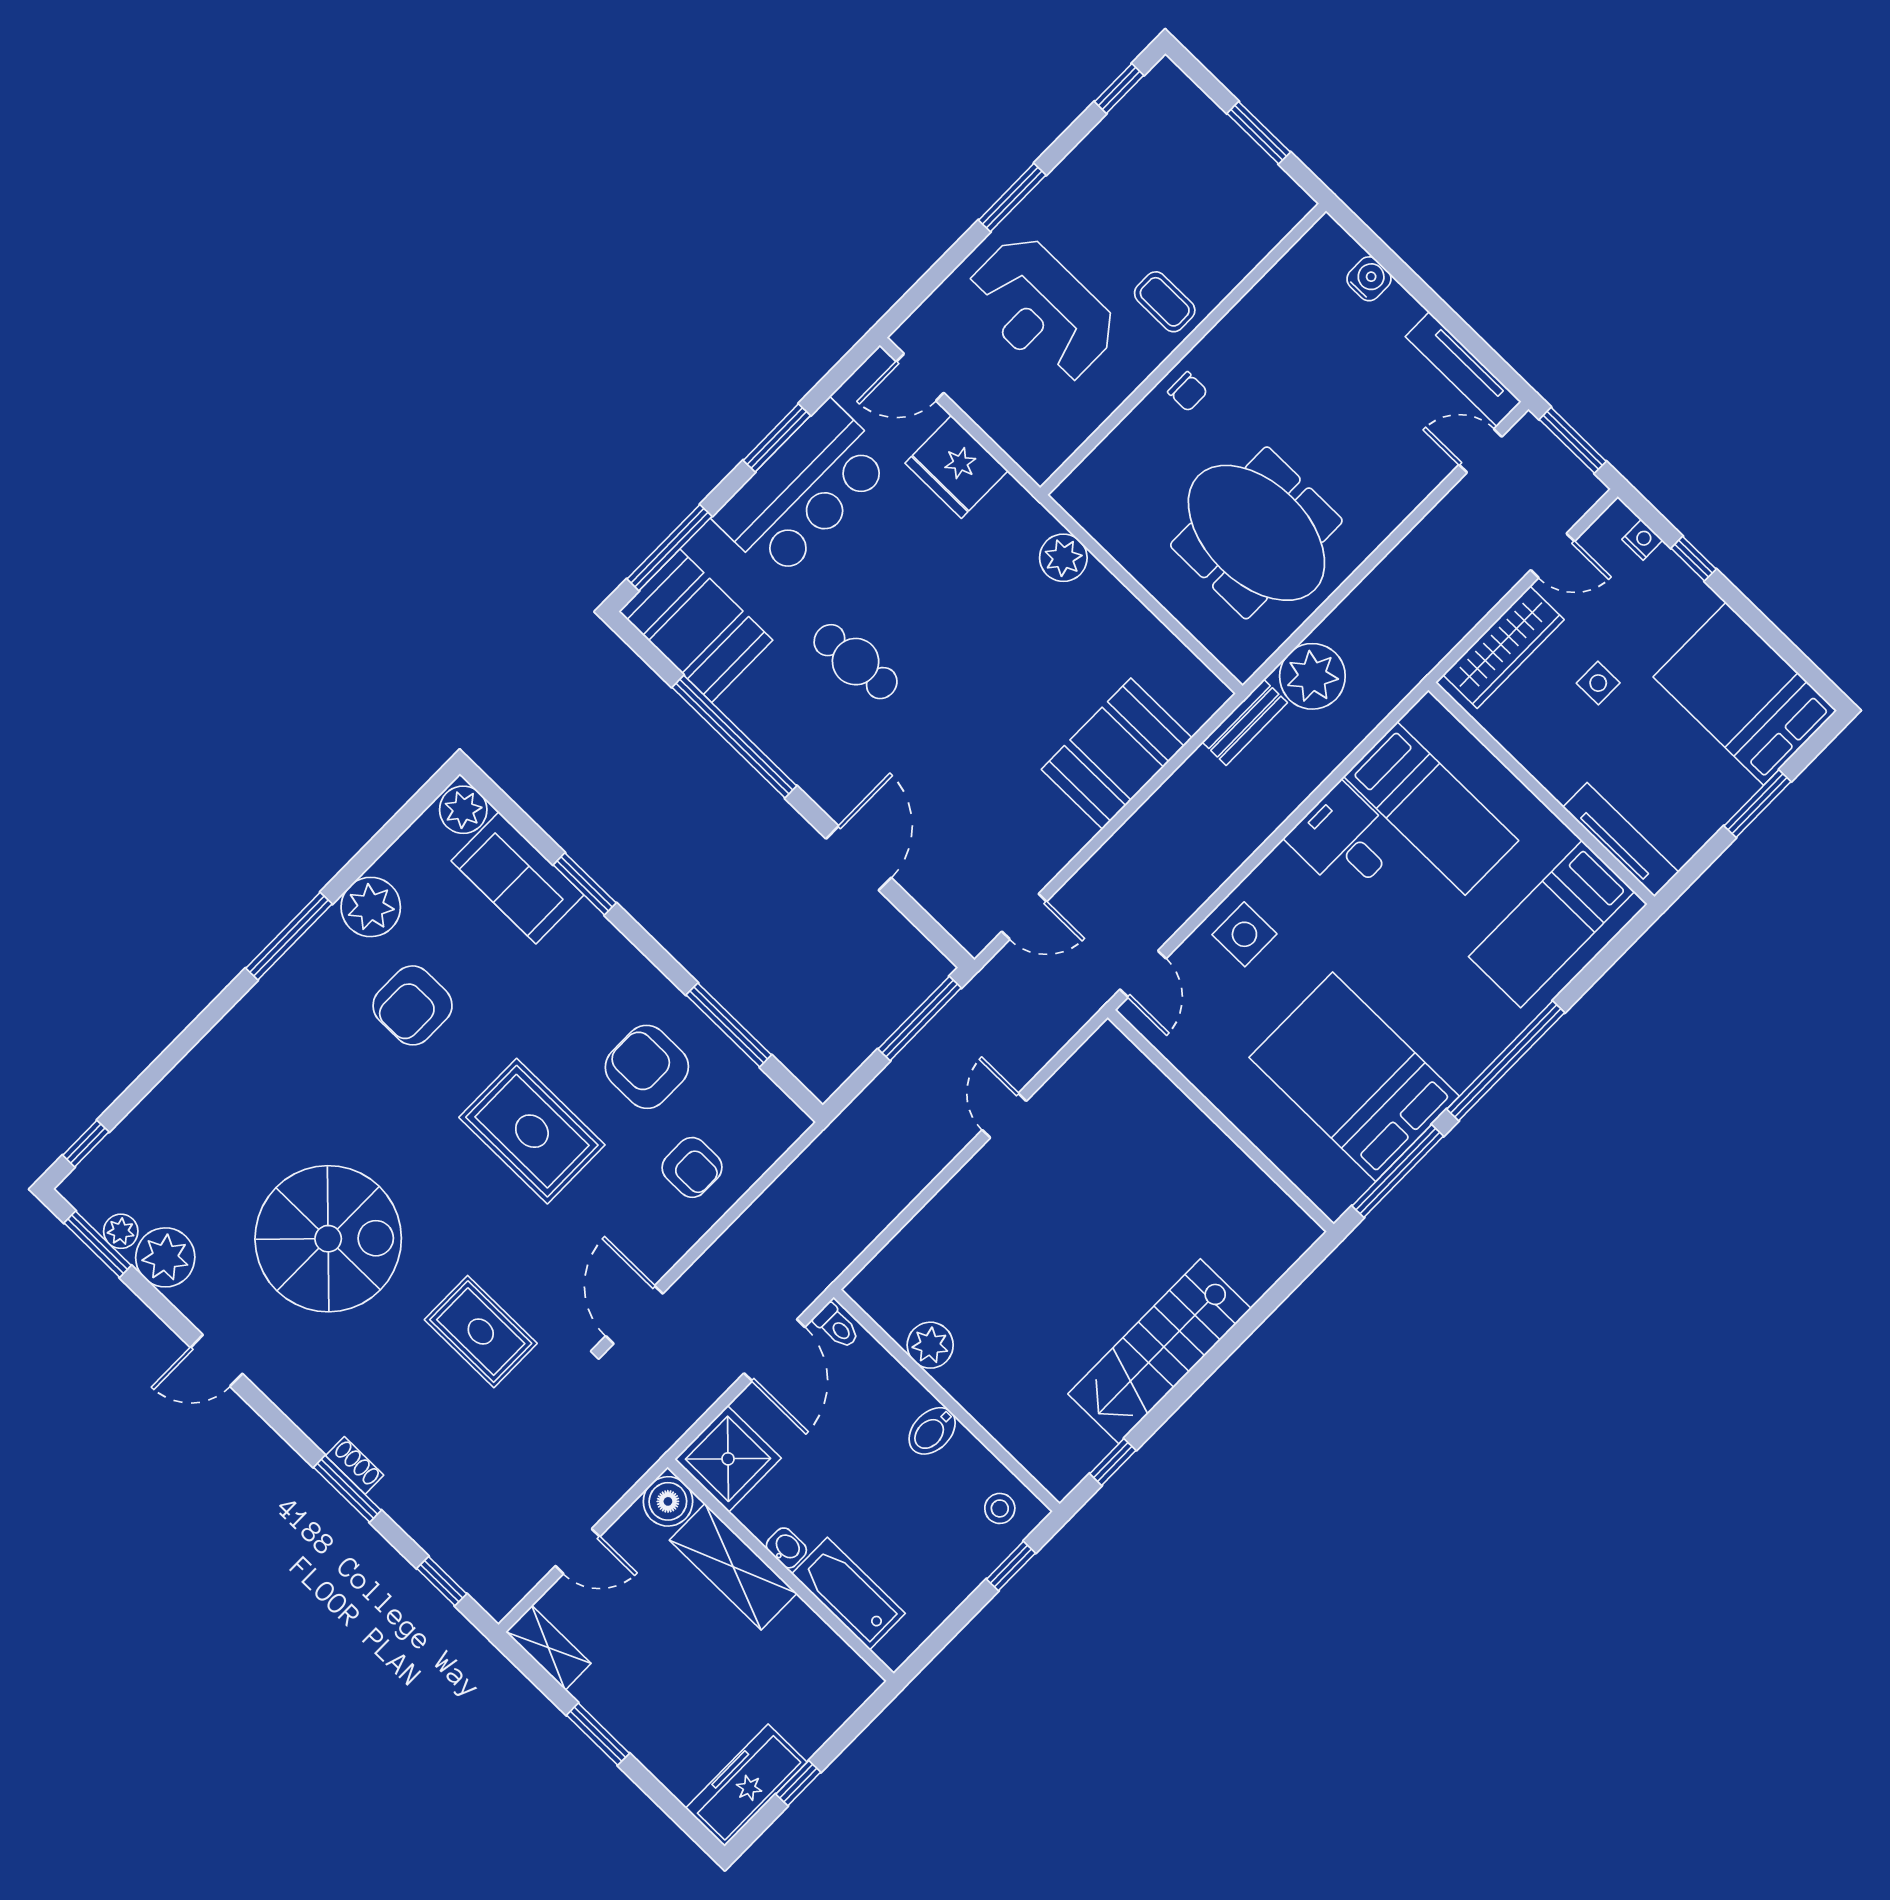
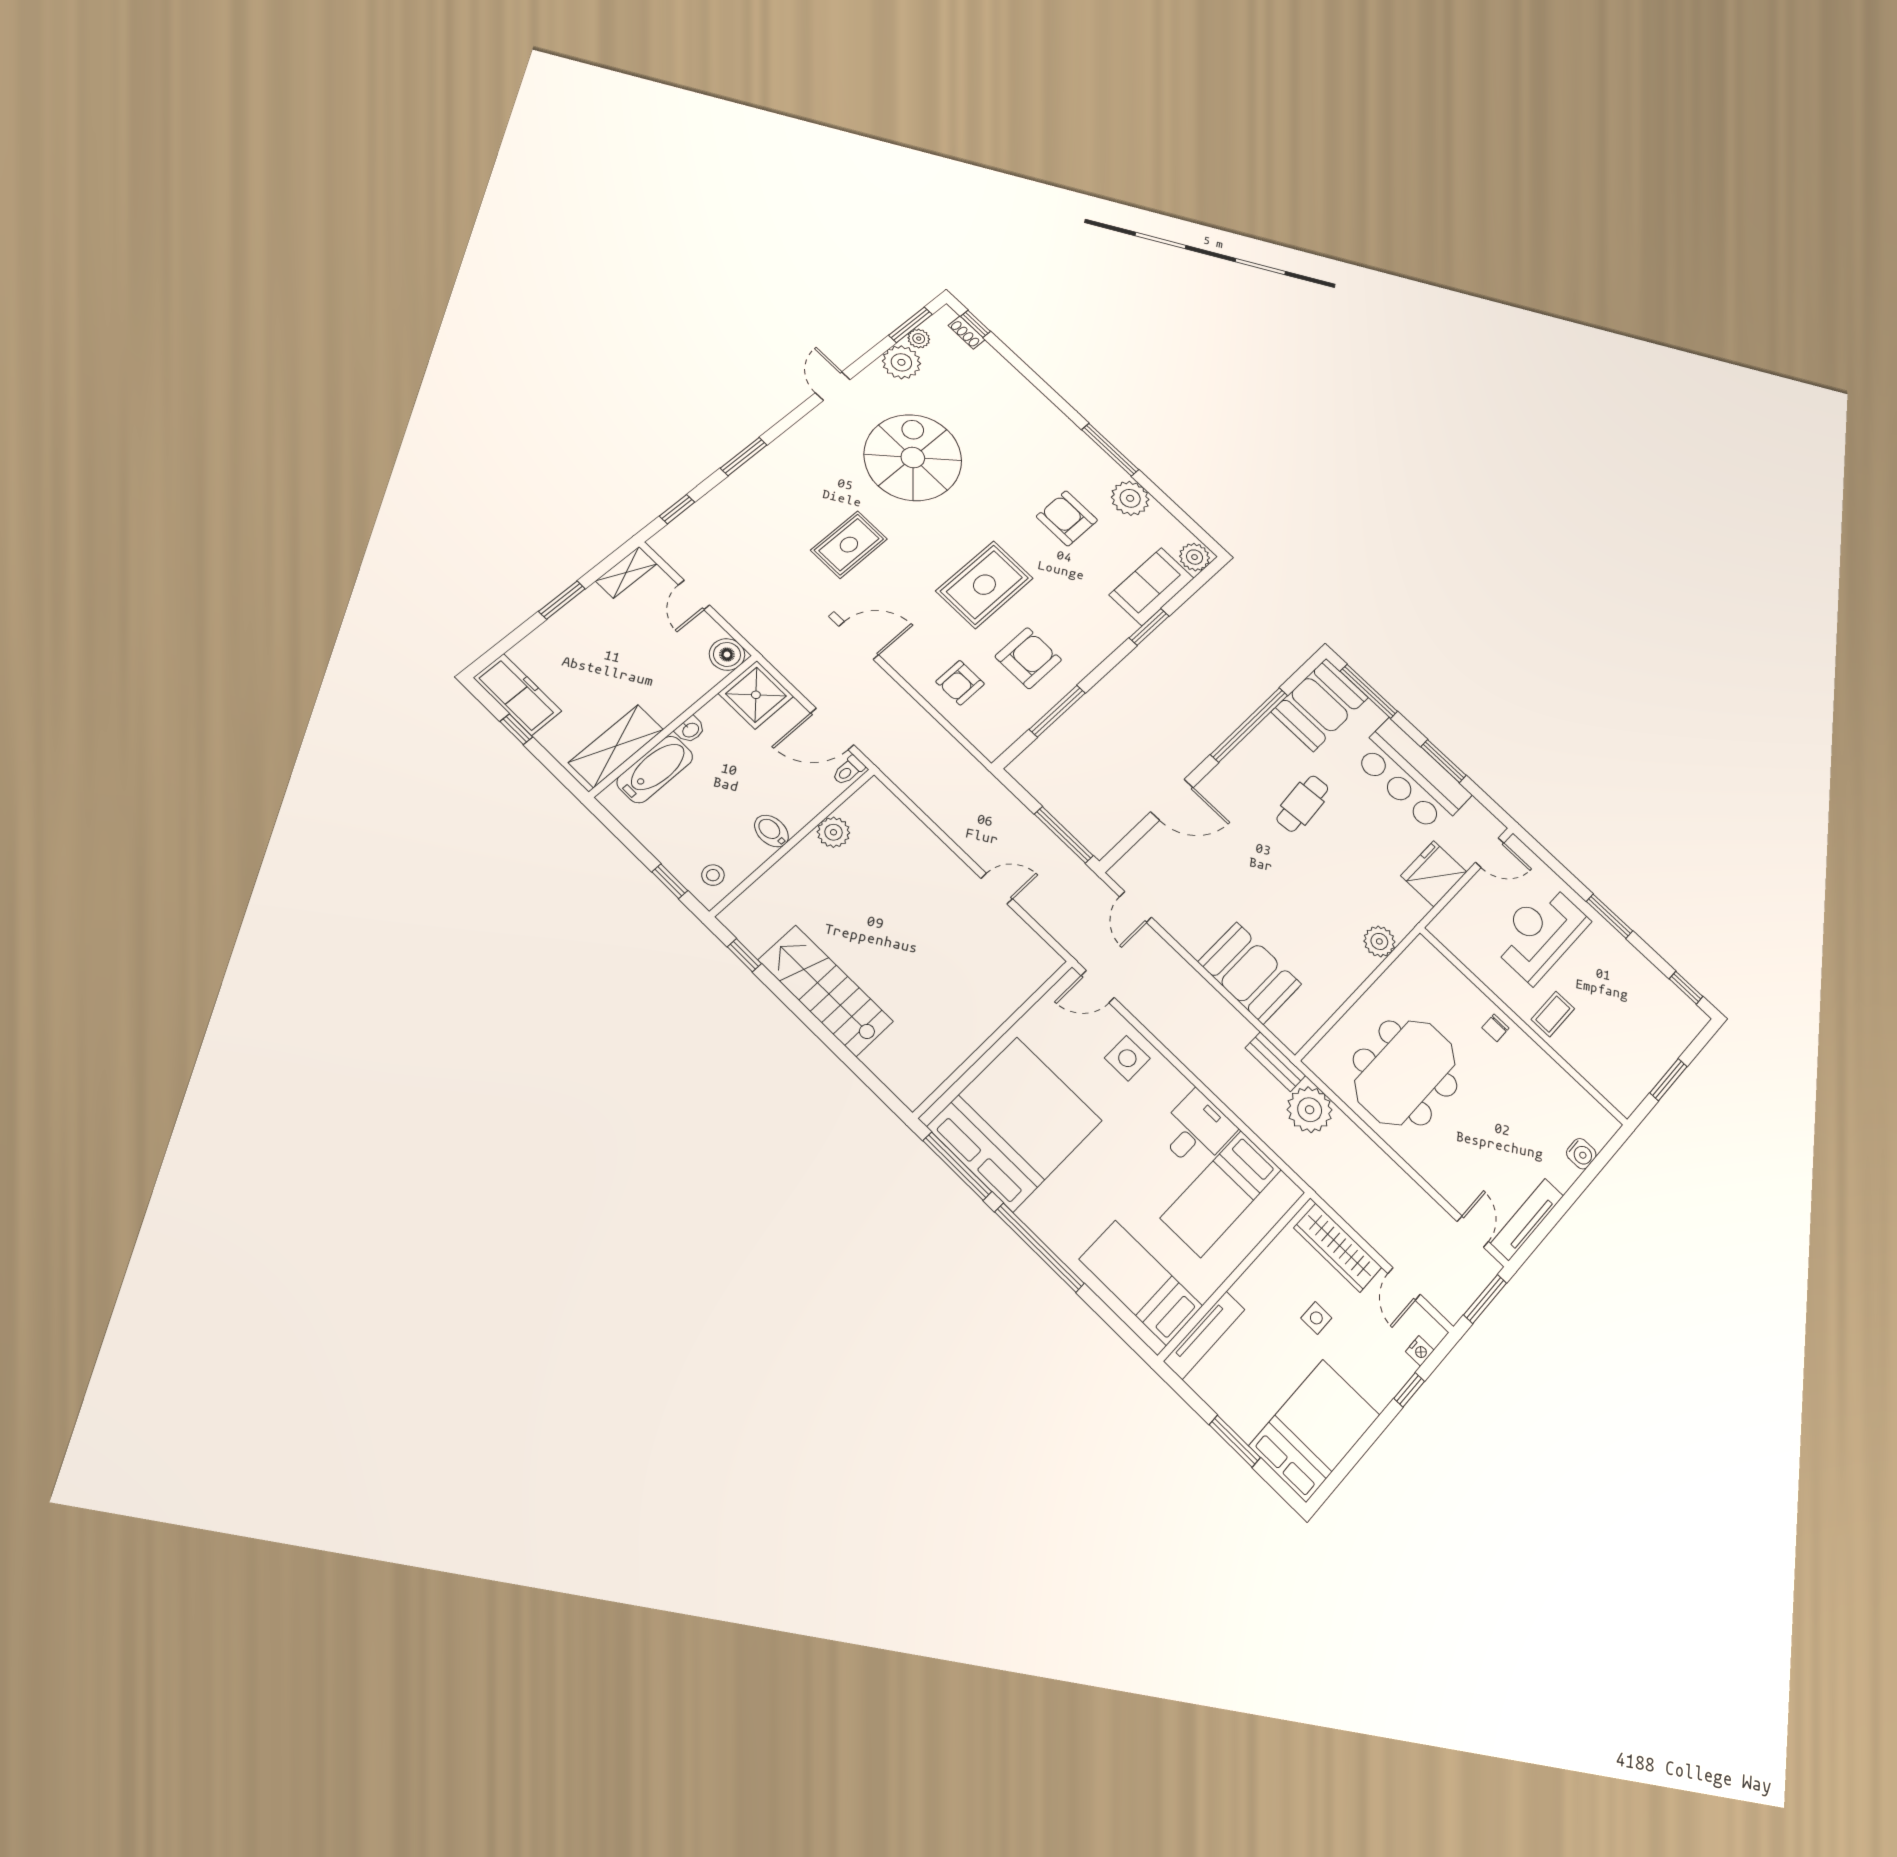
door: (920, 377) -> (1490, 853), swing flipped
bed: (1354, 1077) -> (1015, 1124), width x1.36
spiral stairs: (328, 1239) -> (913, 458), turned 180
shoe rack: (355, 1465) -> (967, 333), moved, turned 90
shelving: (733, 1567) -> (616, 746), moved

